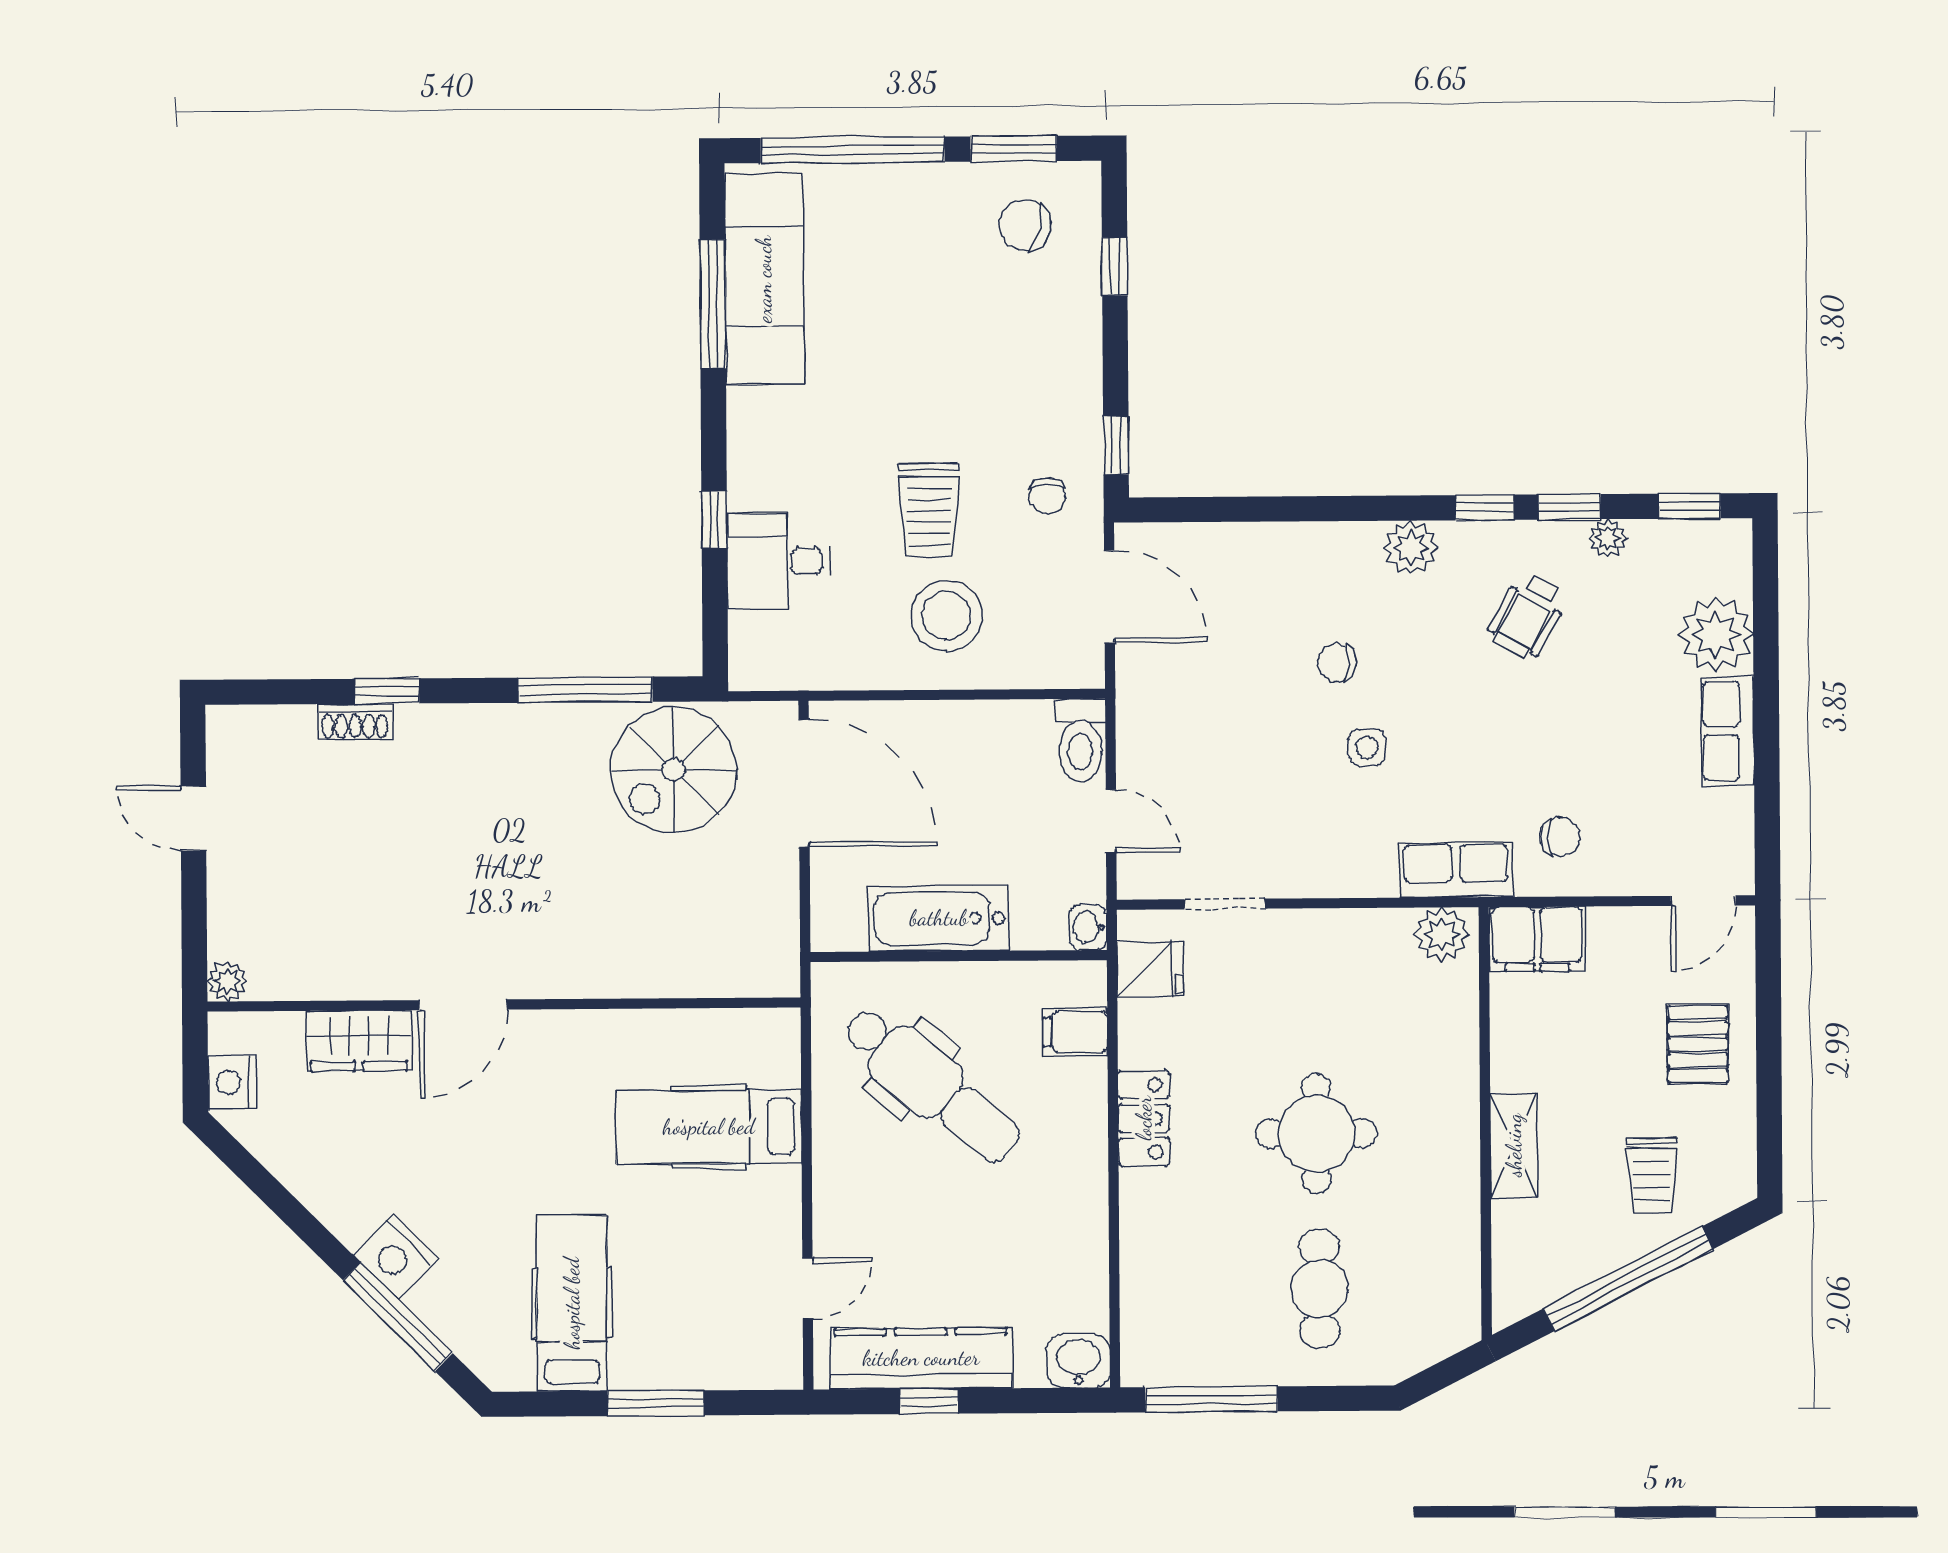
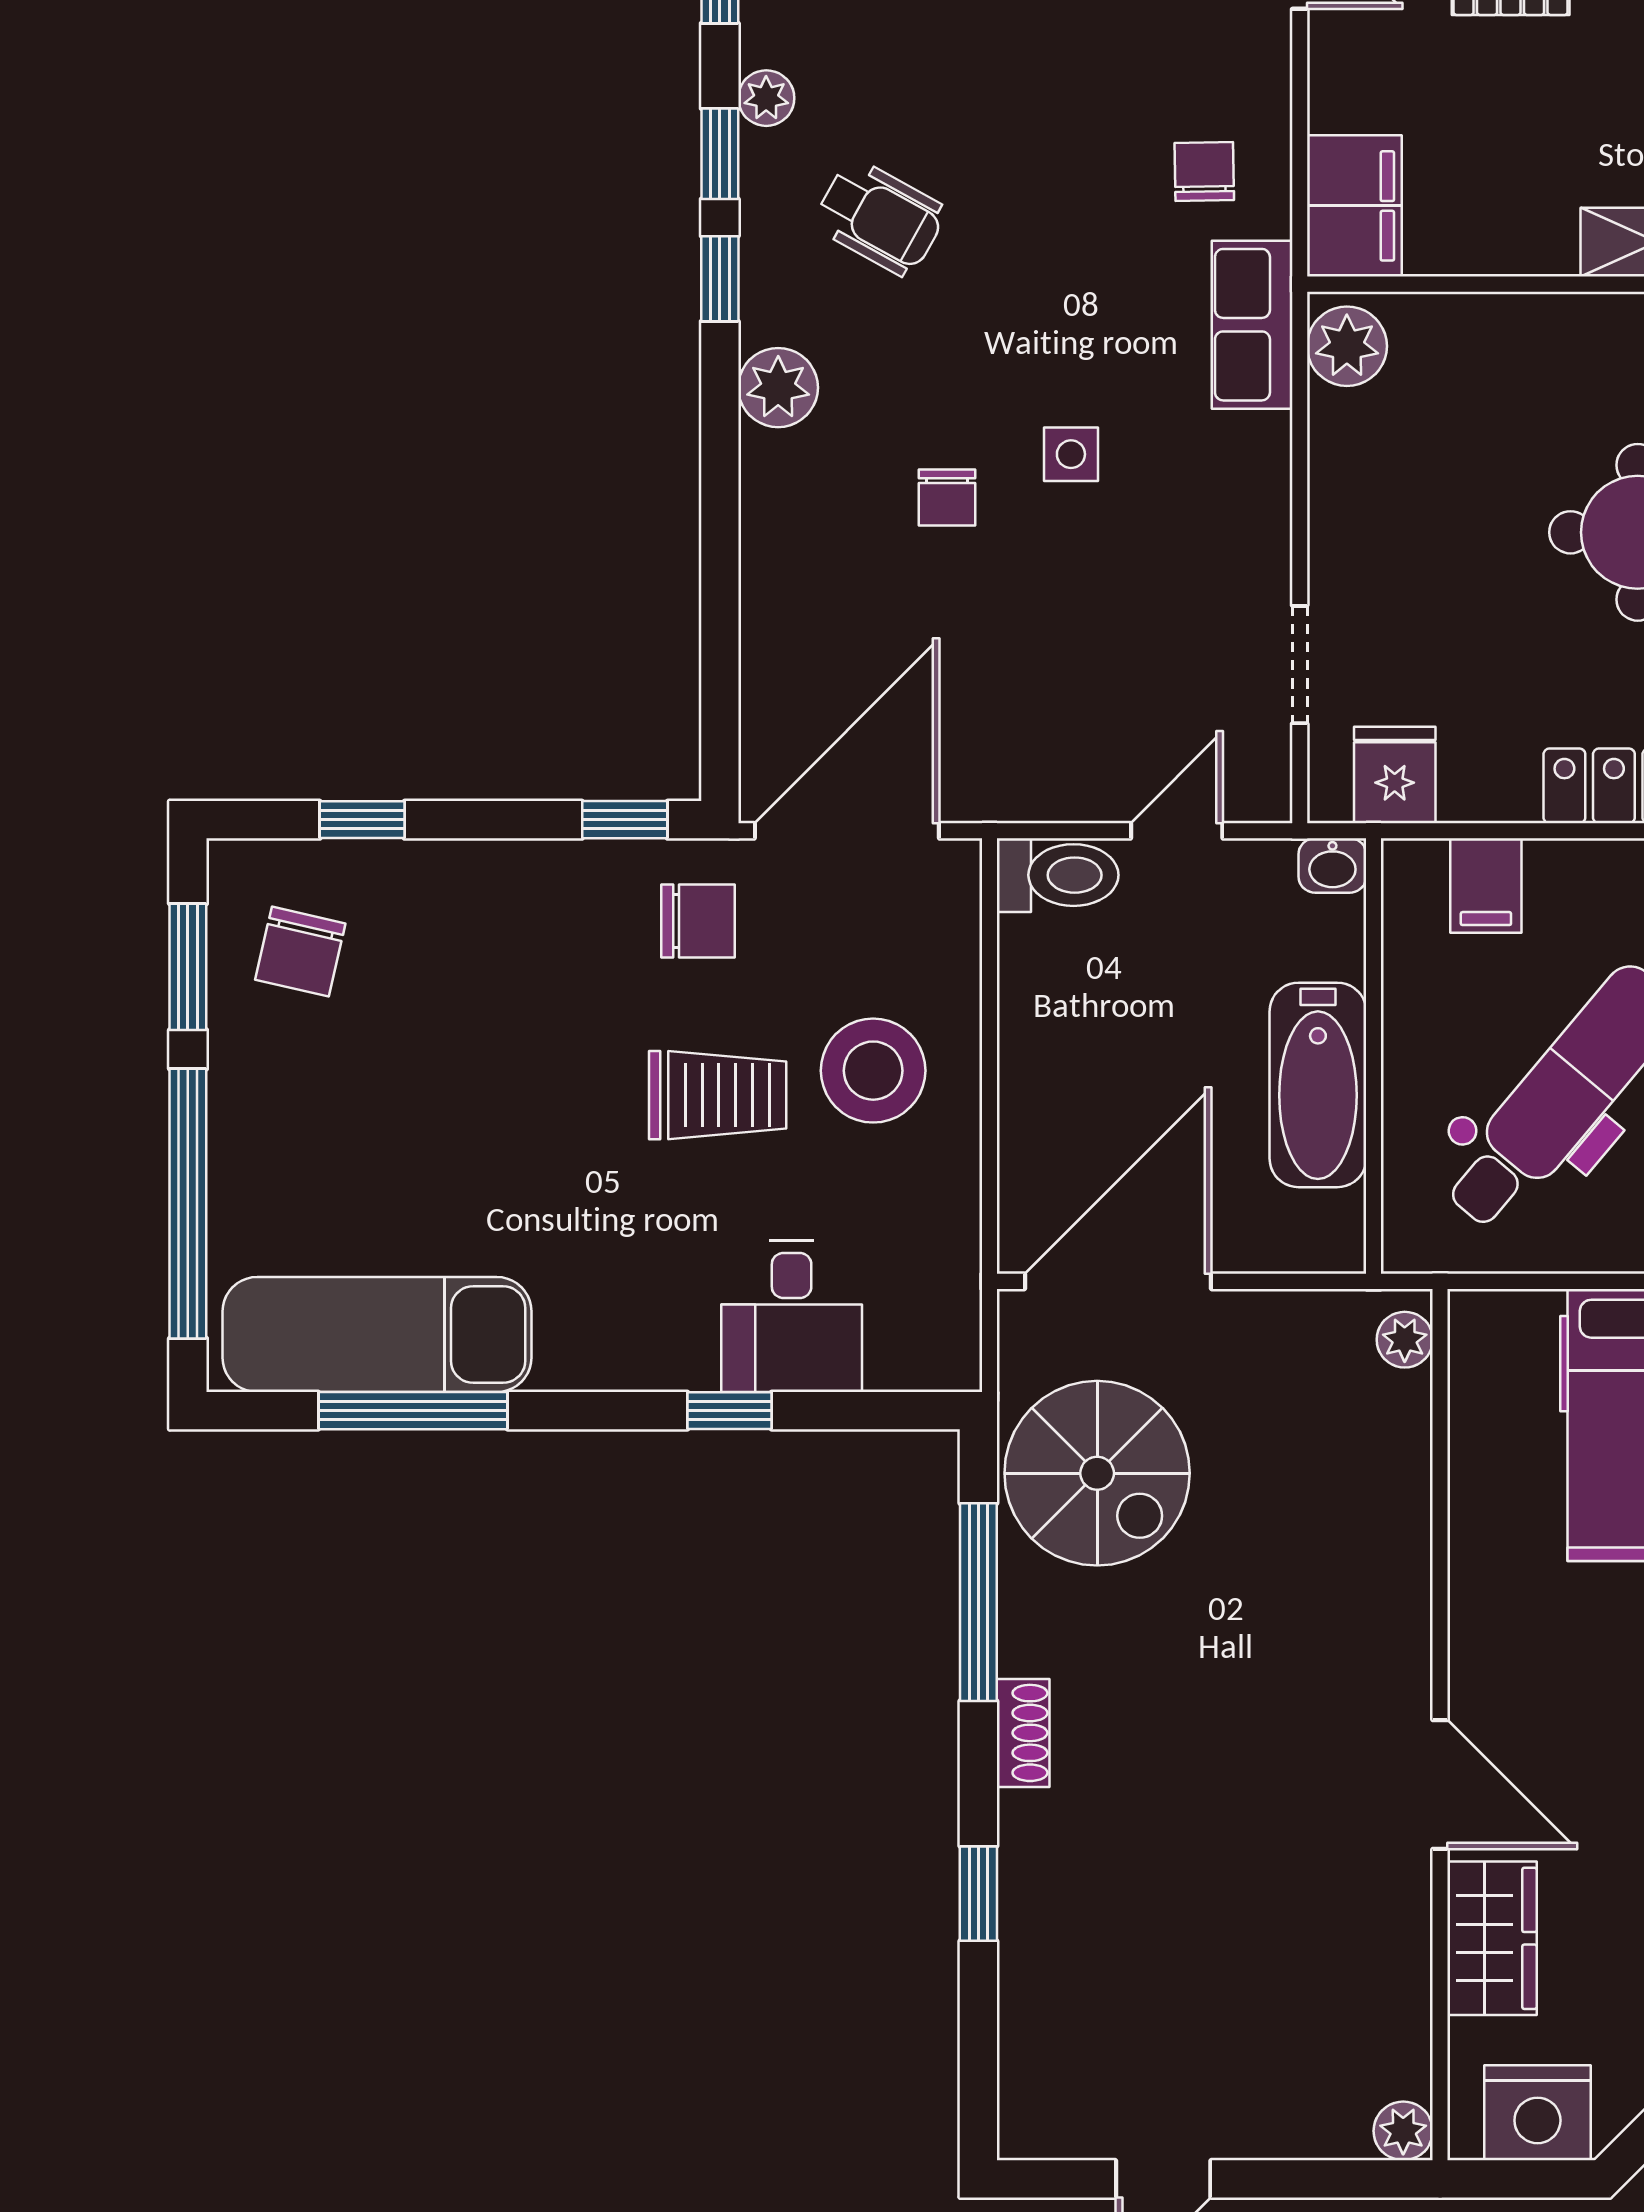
chair: (1047, 496) -> (698, 921), width x1.37, depth x1.37
door: (1109, 597) -> (847, 831), width x1.36
shoe rack: (355, 722) -> (1023, 1733), moved
plant: (766, 979) -> (1405, 1340), added
nightstand: (232, 1082) -> (1537, 2113), width x1.36, depth x1.33

